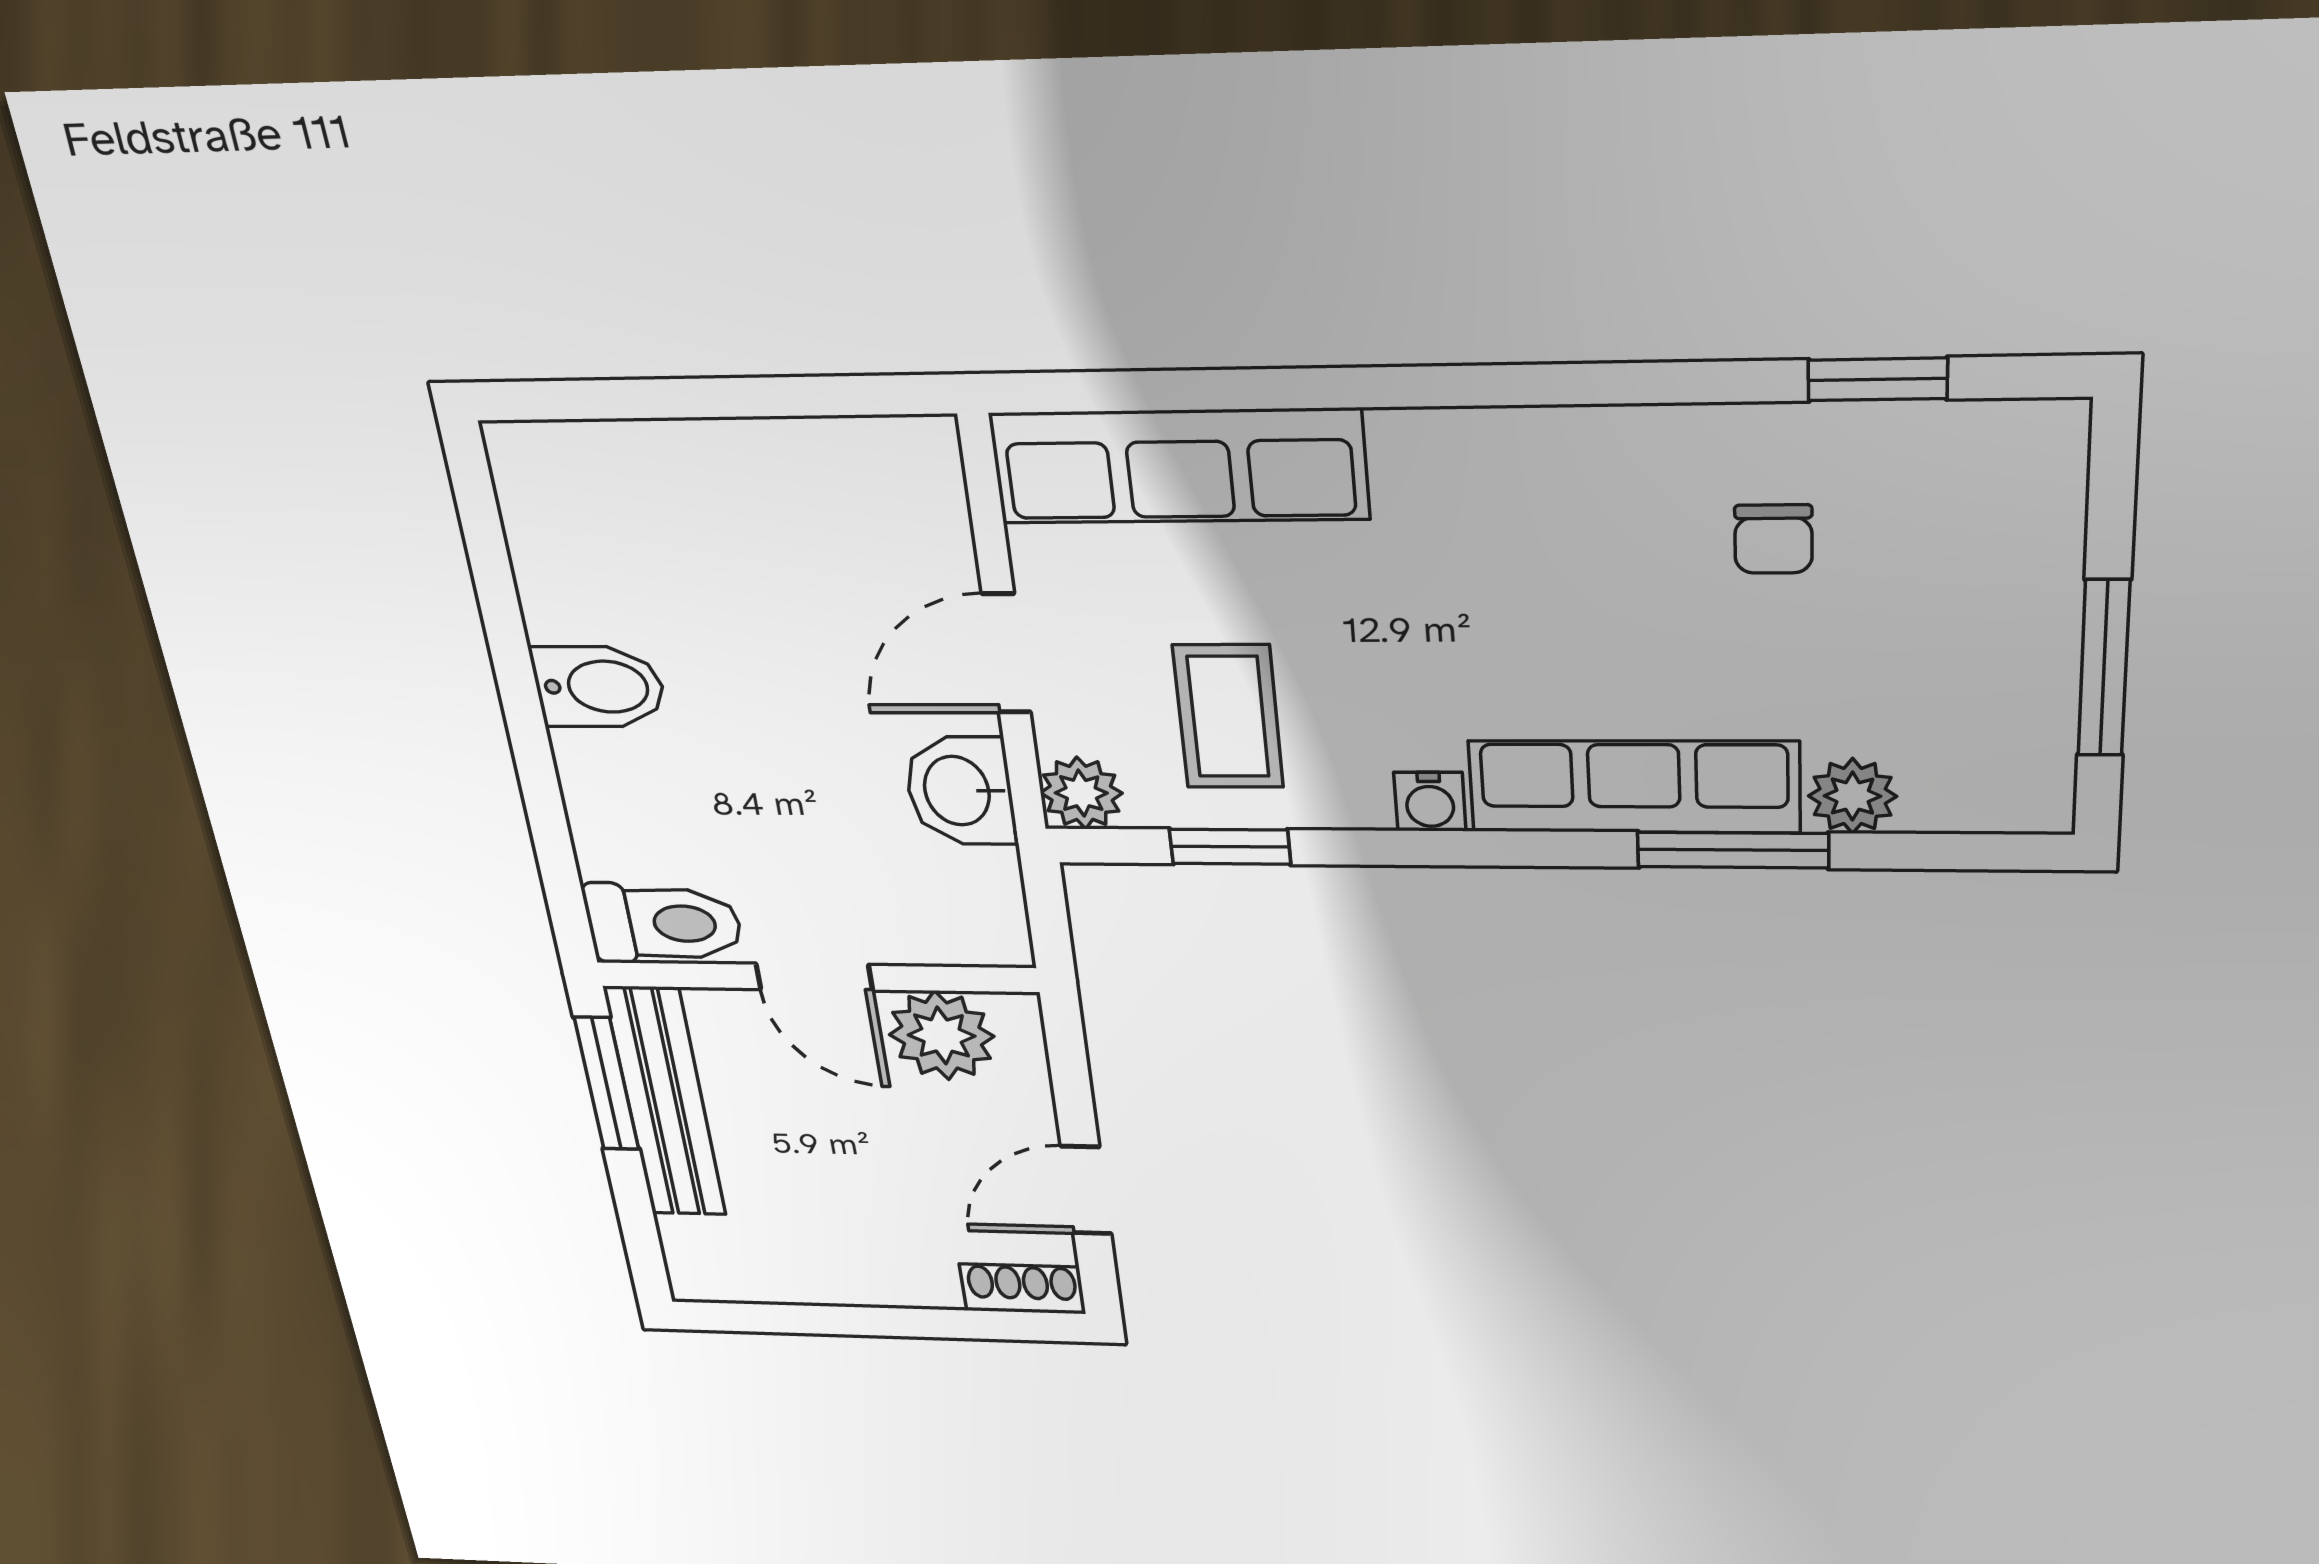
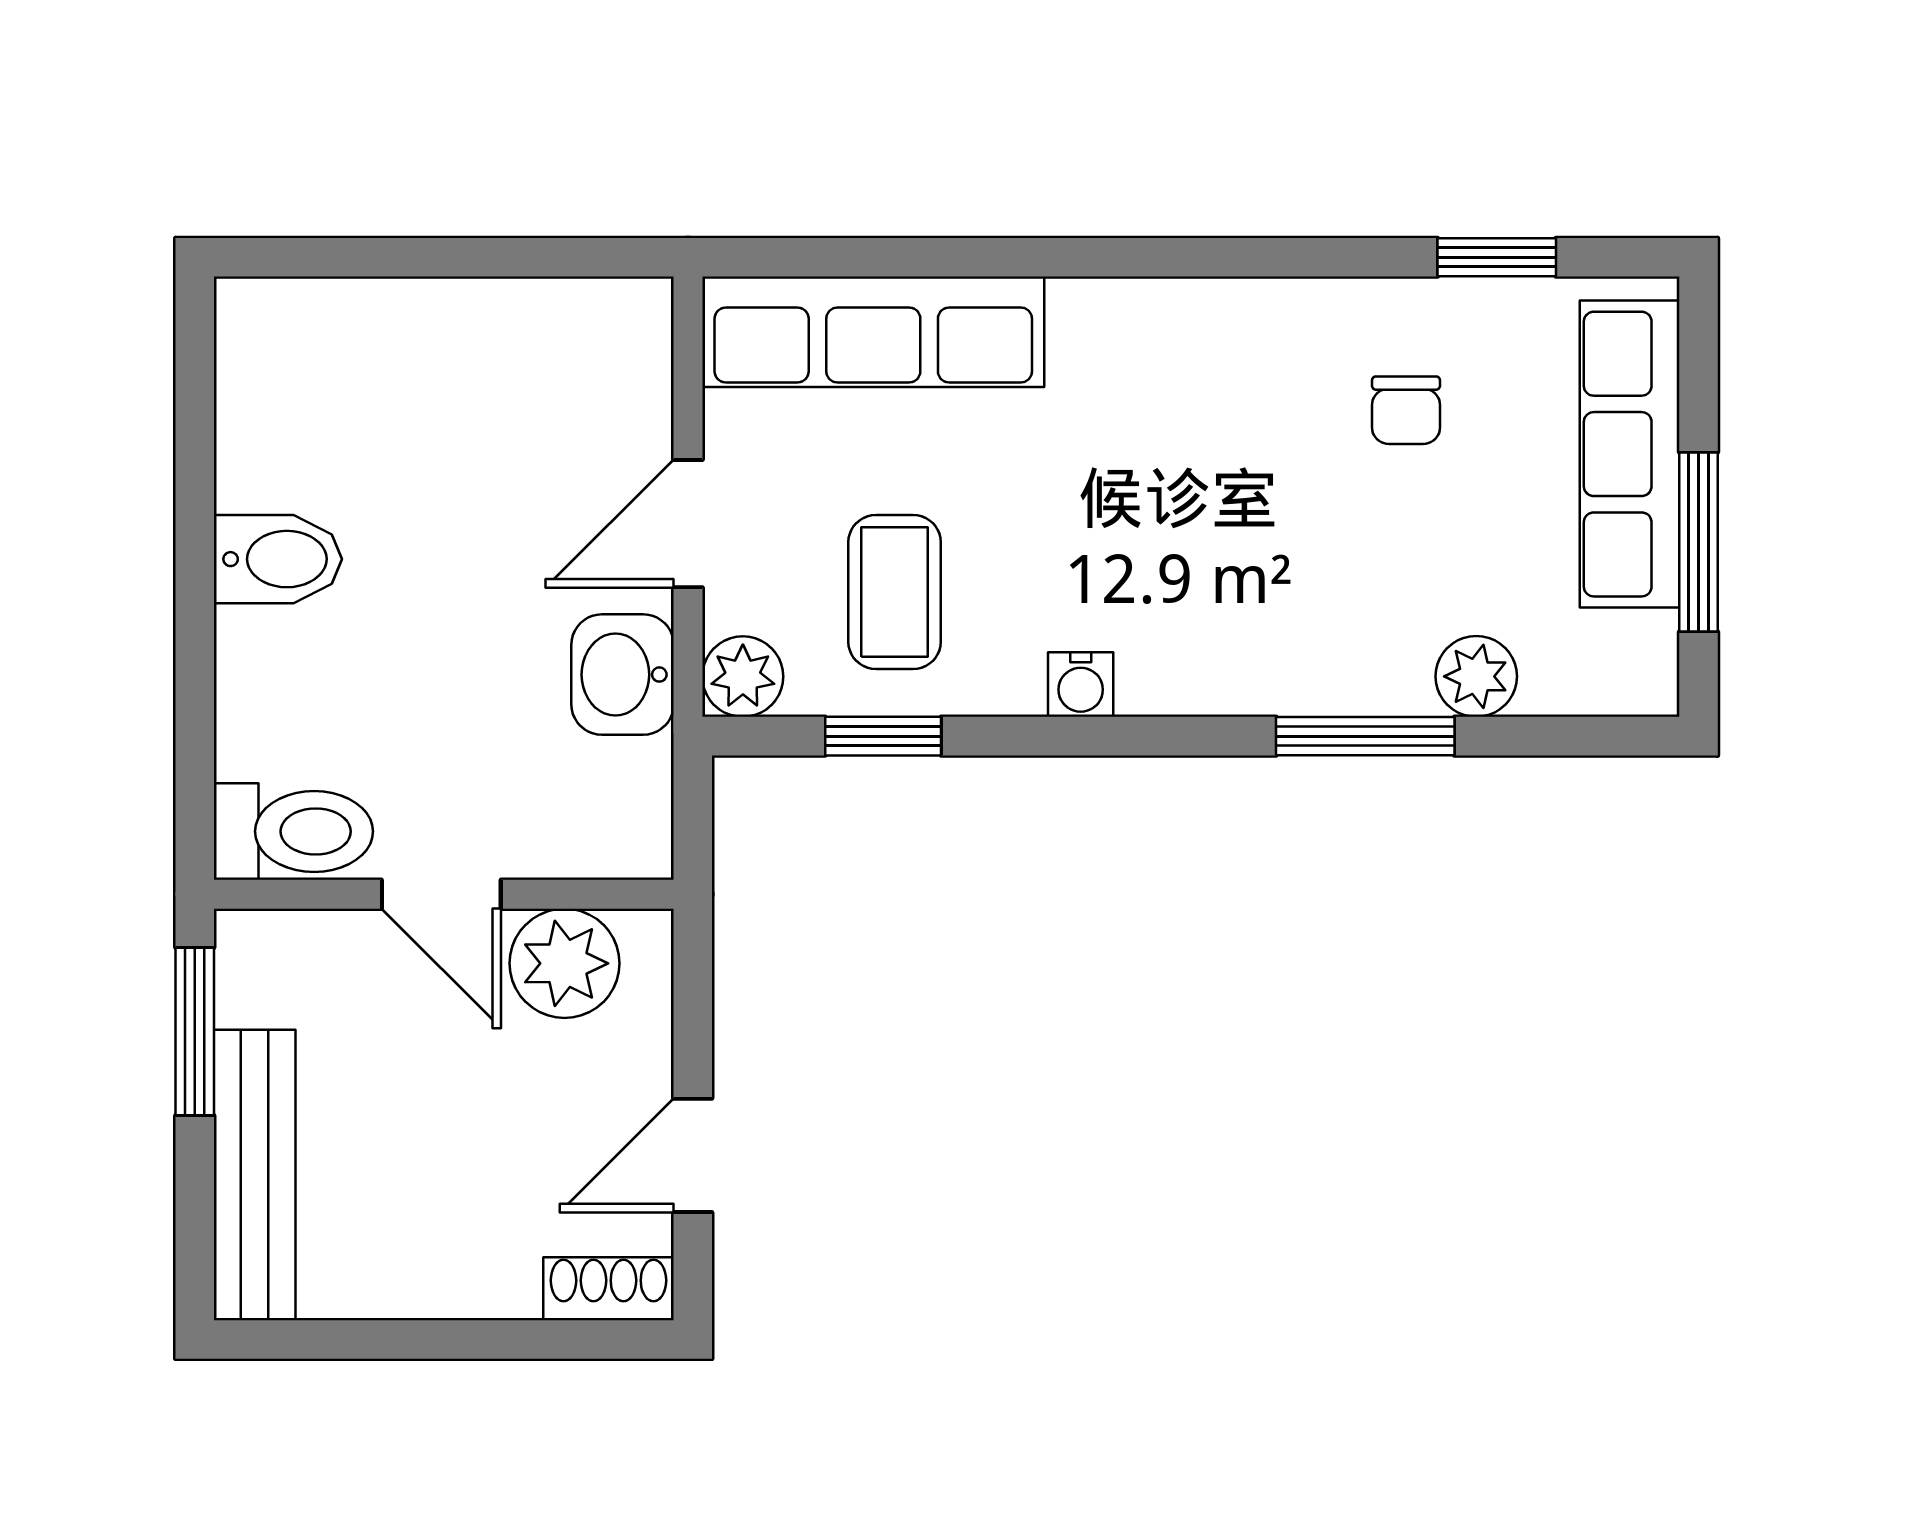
row of seats: (1634, 787) -> (1630, 454), moved, turned -90
bench: (665, 1102) -> (255, 1175), moved

